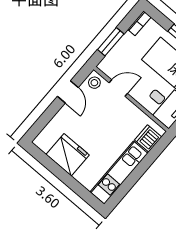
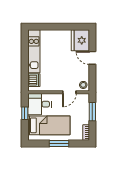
door: (68, 92) -> (92, 58), moved
fridge: (68, 155) -> (80, 40), moved, turned 90

